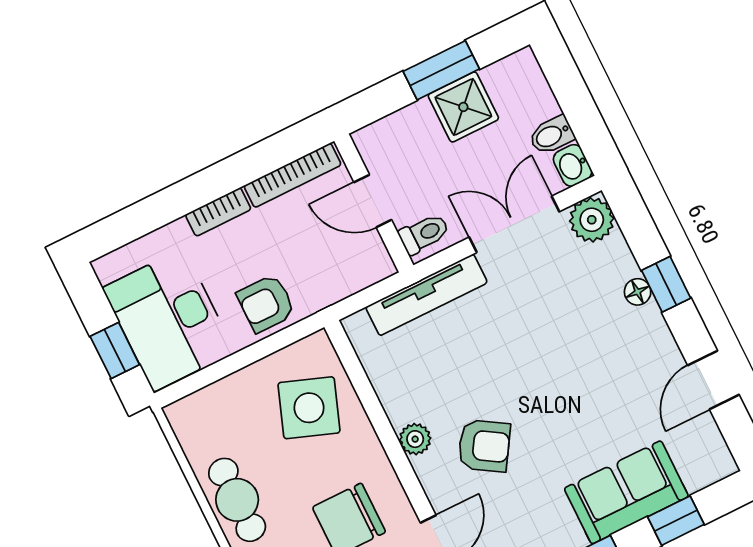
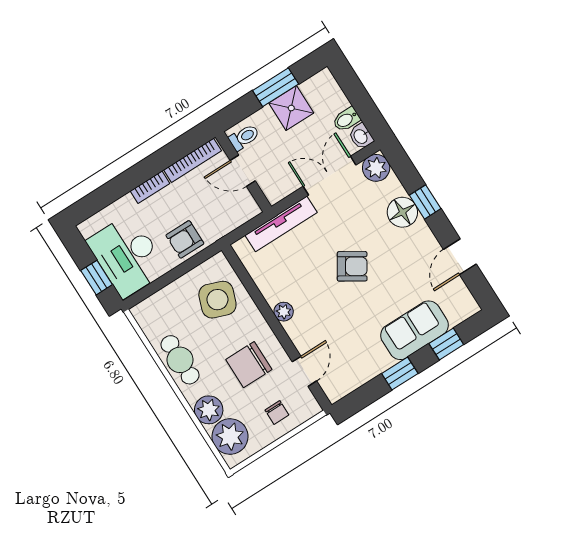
toilet: (424, 234) -> (244, 137), moved
floor lamp: (638, 292) -> (402, 212), width x1.89, depth x1.89
armchair: (484, 446) -> (352, 266), moved

